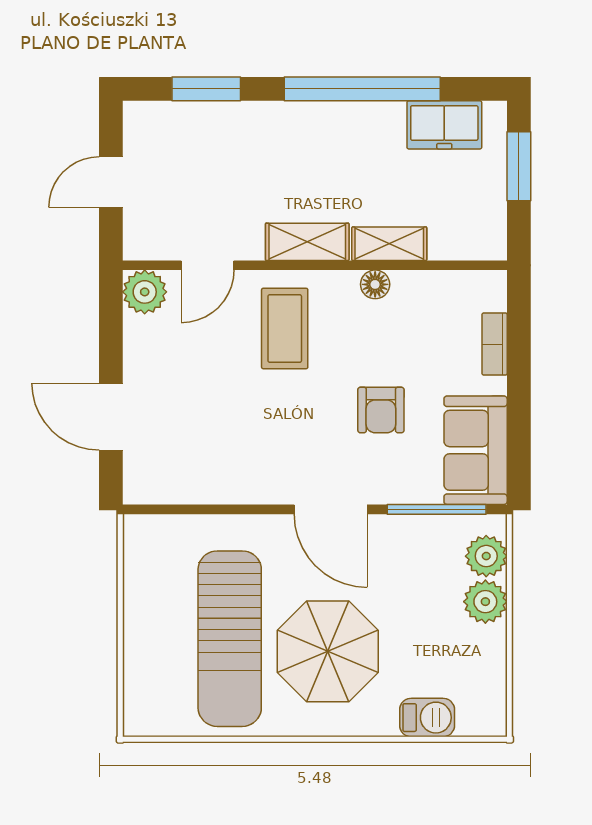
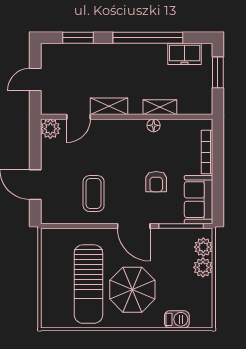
shelving: (307, 242) -> (109, 106), moved
coffee table: (285, 328) -> (94, 194), moved
bookcase: (495, 344) -> (207, 152), width x1.56

